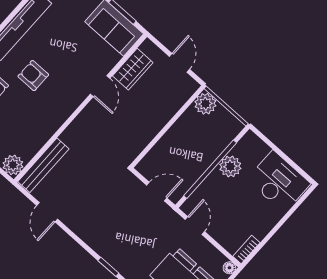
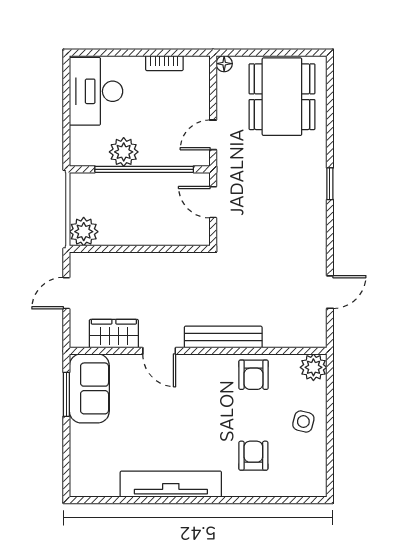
armchair: (33, 76) -> (254, 375), moved
door: (100, 86) -> (159, 351), swing flipped
bench: (43, 165) -> (223, 337), moved
bookcase: (246, 250) -> (164, 63), moved

